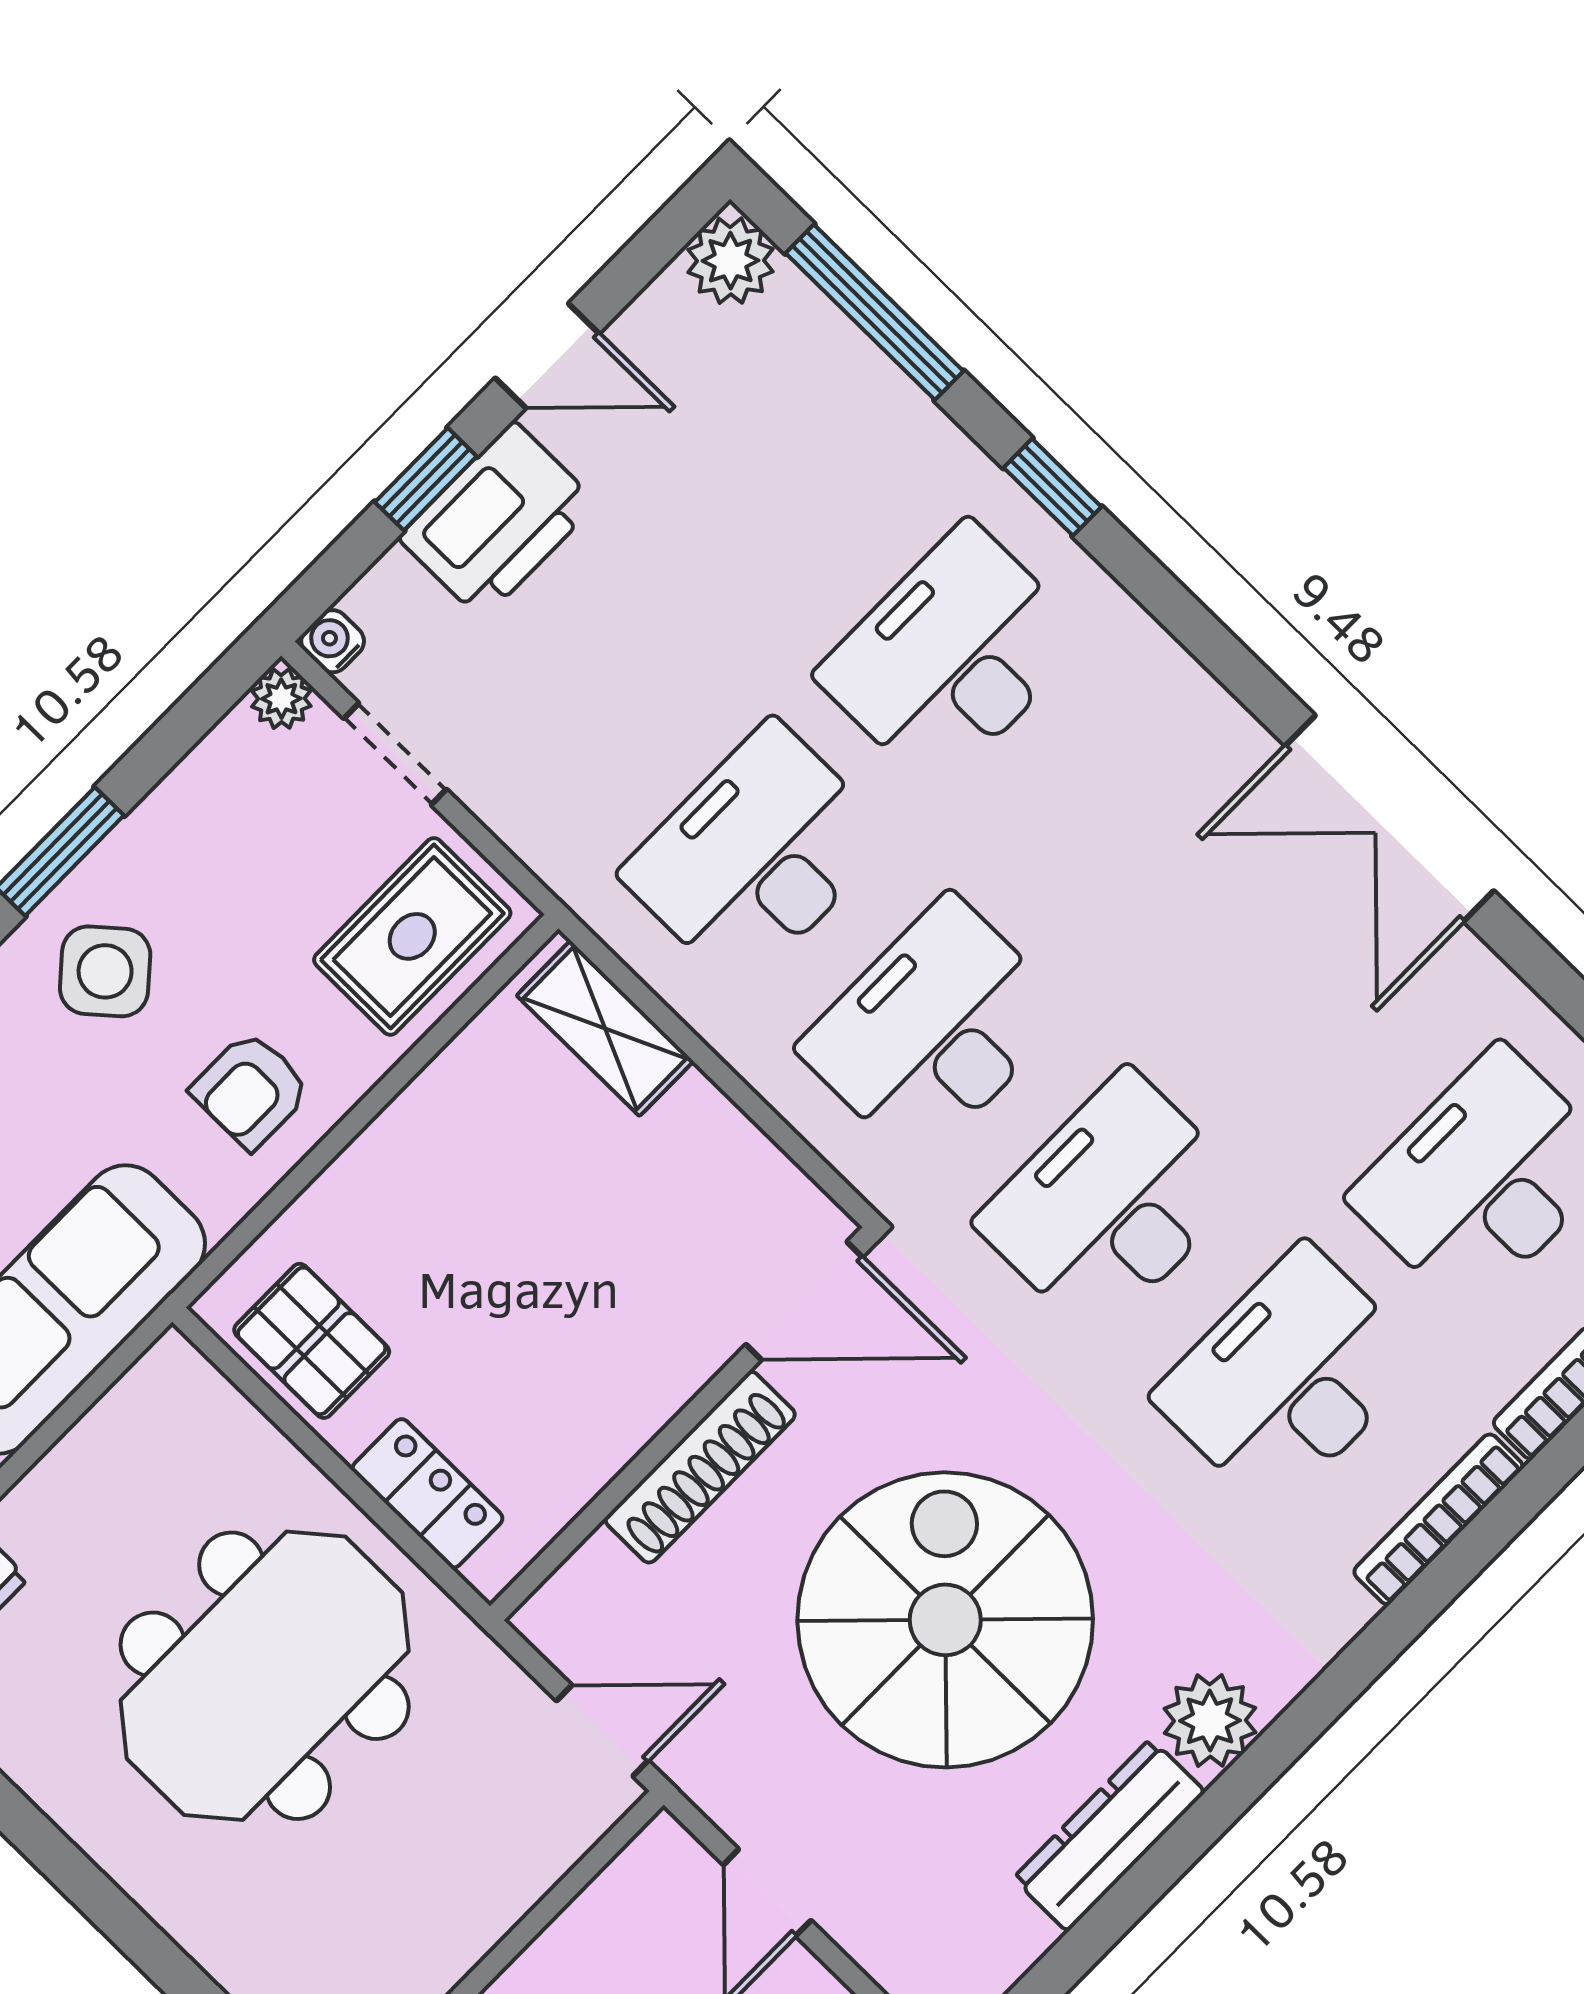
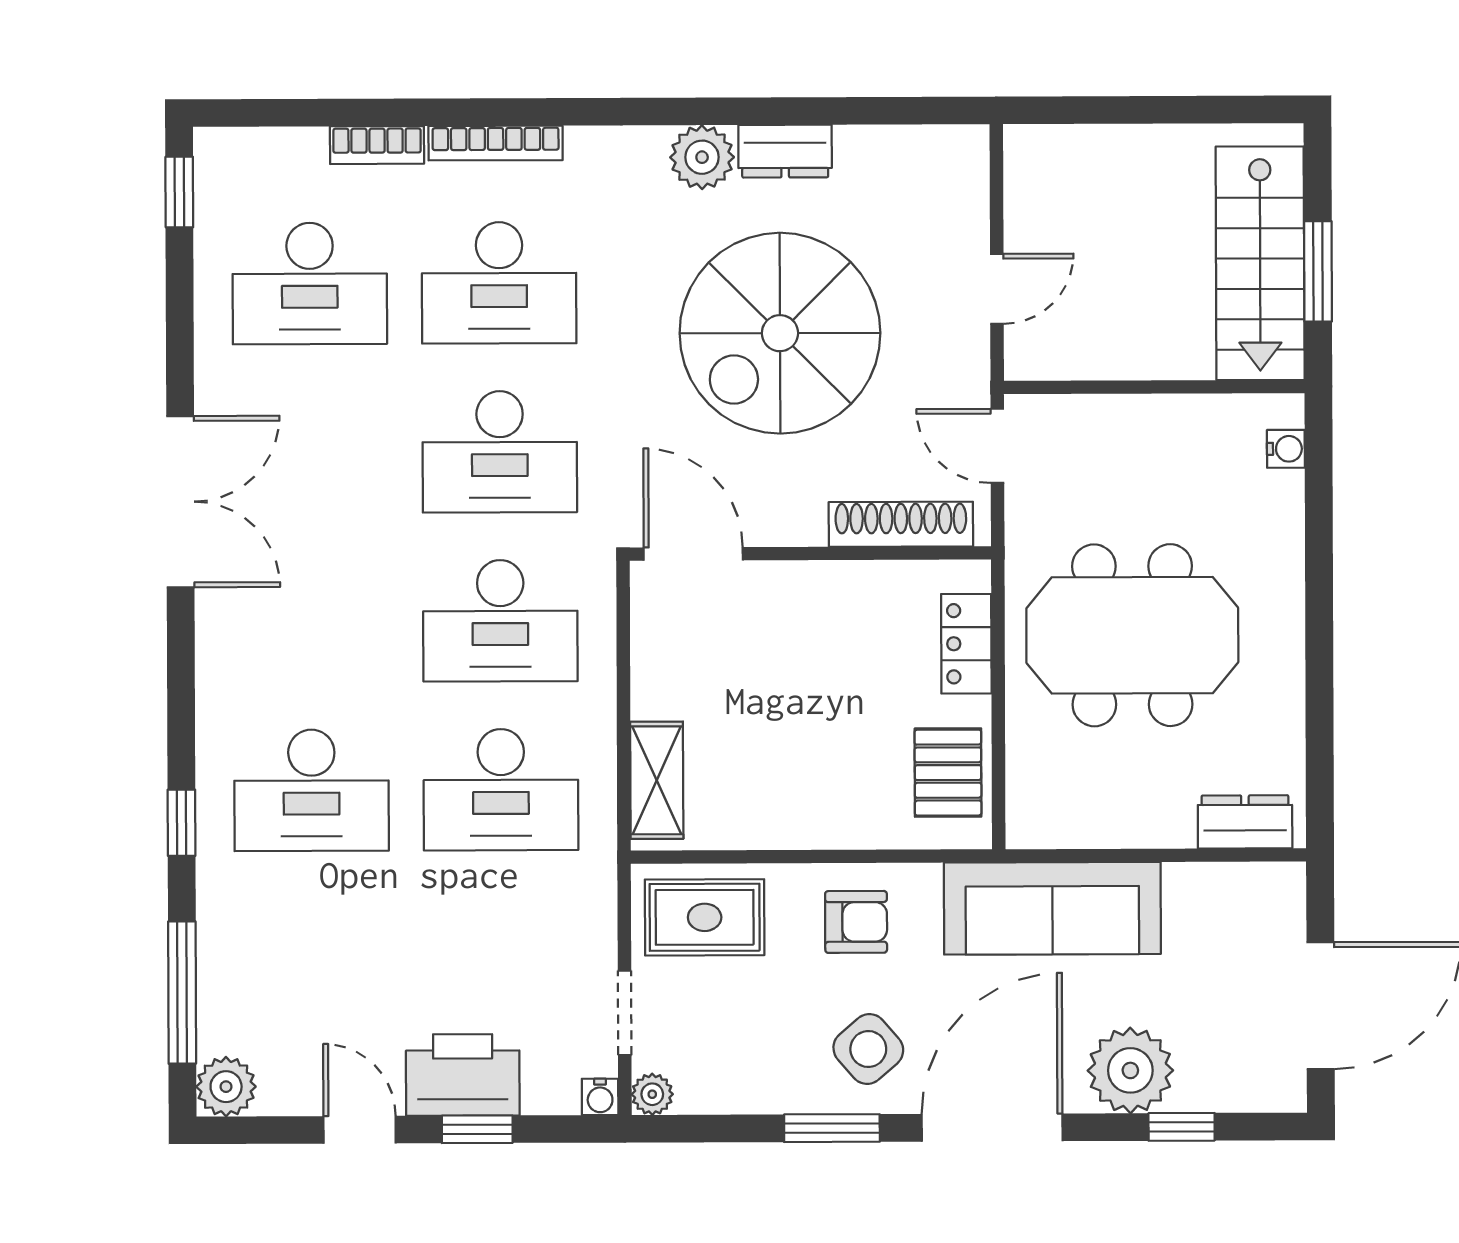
shoe rack: (700, 1467) -> (901, 524), moved
dresser: (1109, 1835) -> (785, 151), width x0.70

